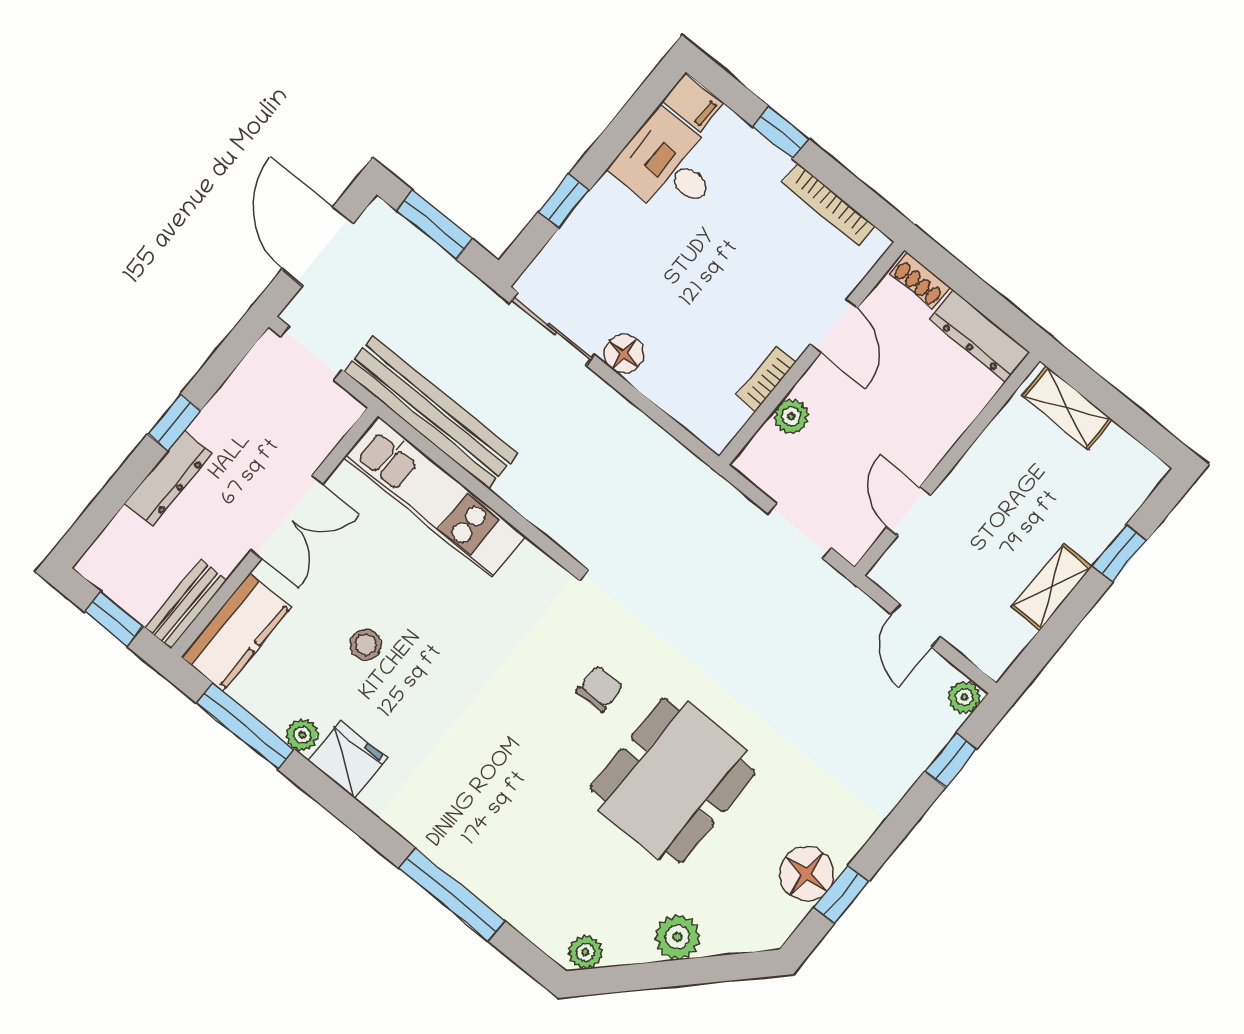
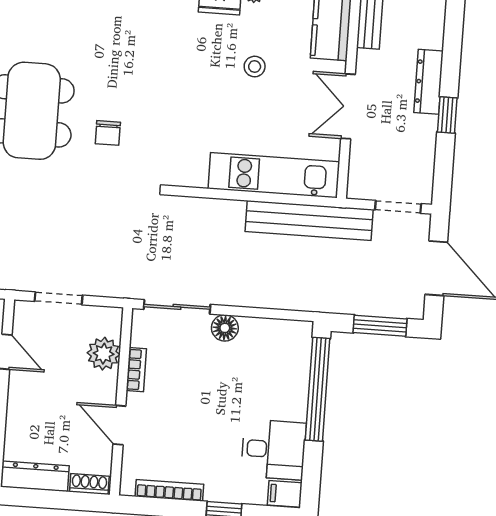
window: (564, 201) -> (318, 389), width x3.17
sliding door: (552, 329) -> (177, 307), moved
plant: (791, 416) -> (104, 354), width x1.38, depth x1.38

